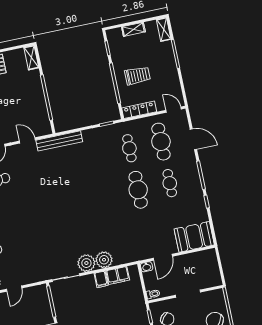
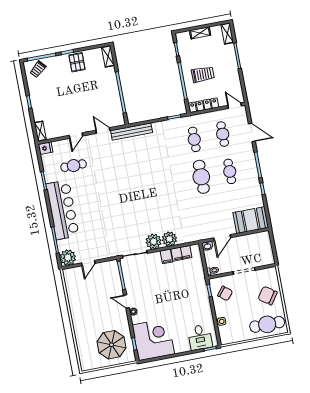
cafe table: (161, 142) -> (223, 134), width x0.73, depth x0.74

